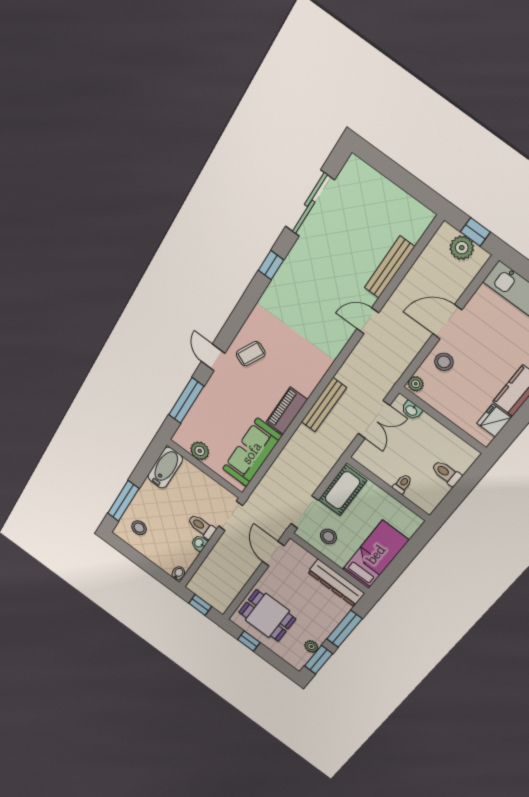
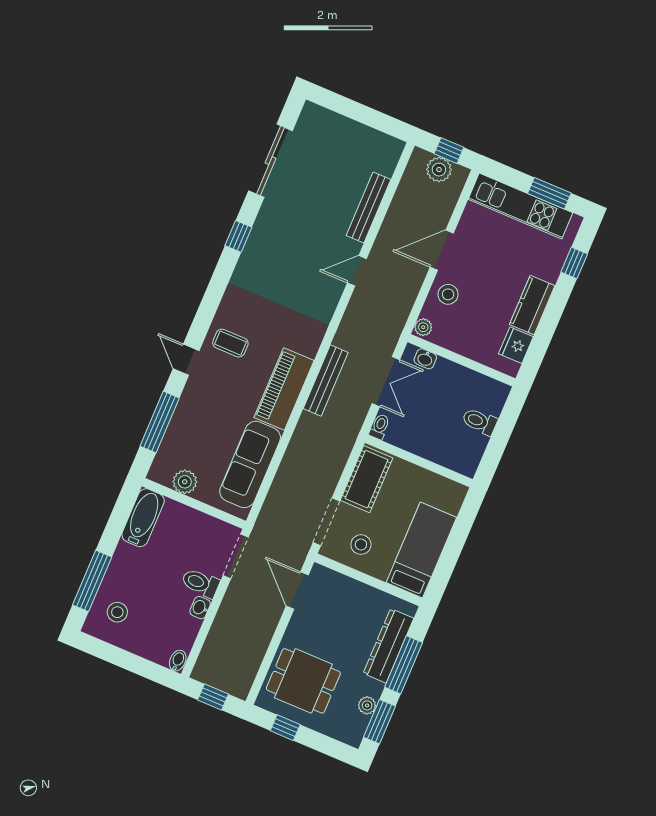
coffee table: (251, 354) -> (230, 343), turned 65
piano: (287, 411) -> (284, 389), width x1.37, depth x1.33
toilet: (403, 484) -> (380, 427), moved
dresser: (336, 583) -> (388, 646), moved, turned 90

